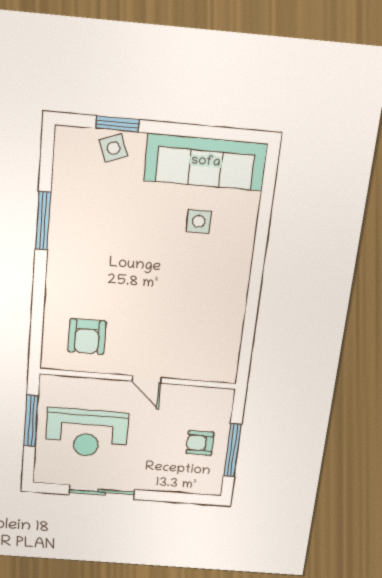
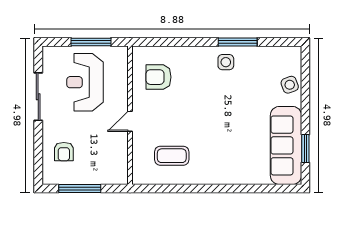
window: (118, 124) -> (305, 149), moved
side table: (199, 221) -> (226, 62), moved
coffee table: (202, 328) -> (172, 156), added
armchair: (200, 443) -> (64, 152), moved, turned 180

